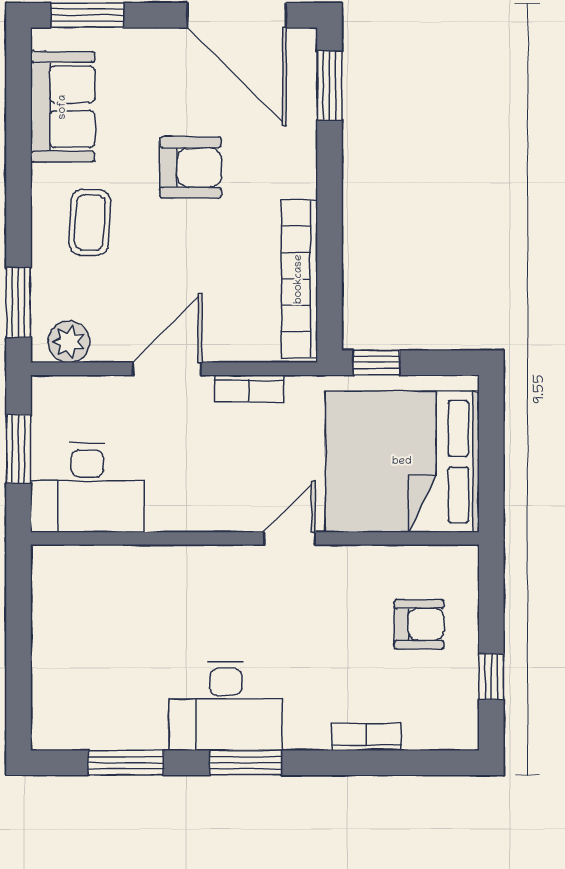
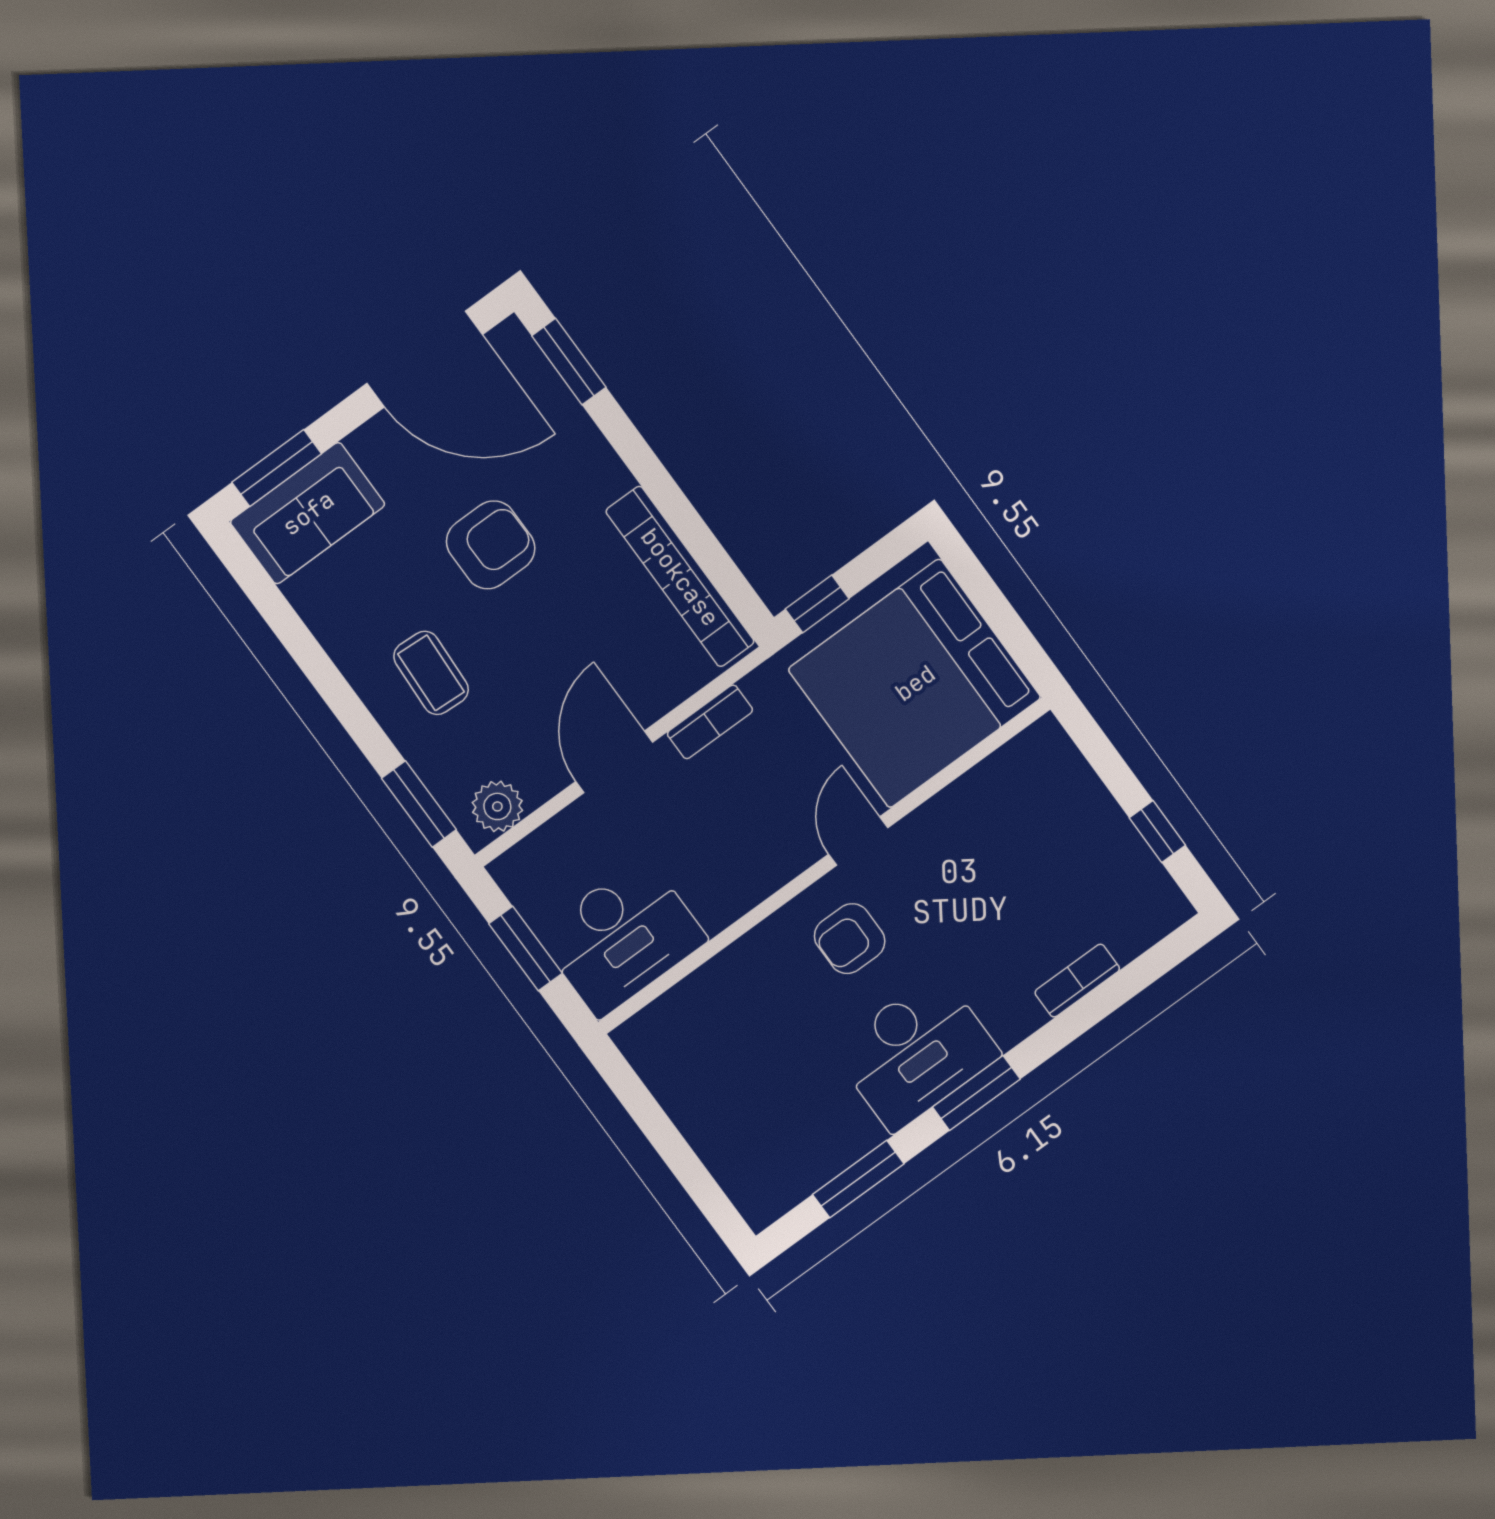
sofa: (63, 107) -> (308, 513), moved, turned 90
armchair: (419, 624) -> (850, 939), moved, turned 180

